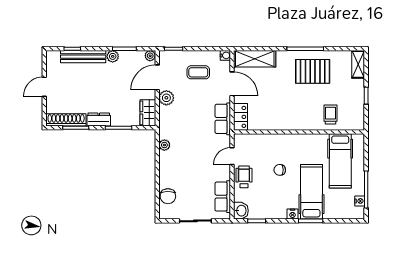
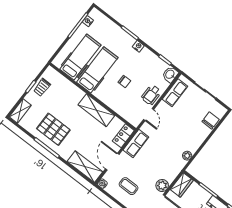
trolley: (330, 114) -> (42, 87), moved
shelving: (285, 122) -> (96, 110), added
door: (232, 156) -> (149, 114), hinge flipped
hospital bed: (311, 192) -> (97, 70), moved, turned 180

